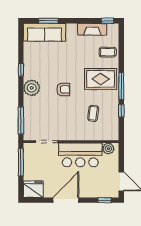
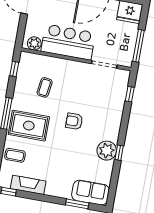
sofa: (45, 32) -> (90, 193), width x0.73
plant: (32, 88) -> (107, 151), moved
window: (121, 111) -> (14, 69), moved
window: (21, 121) -> (130, 94), width x0.46

